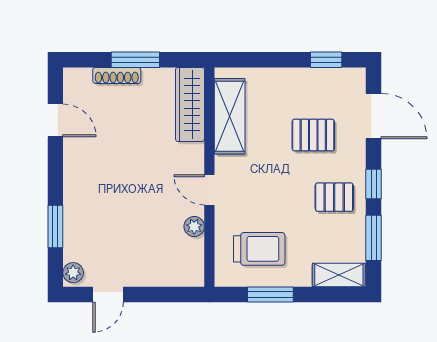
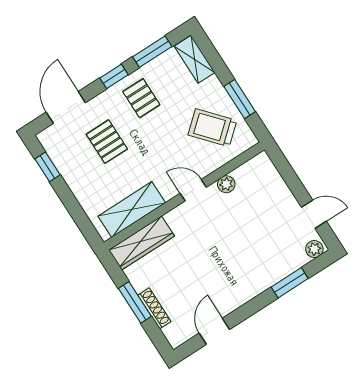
door: (209, 190) -> (193, 190), swing flipped
trolley: (259, 249) -> (212, 128), turned -41

